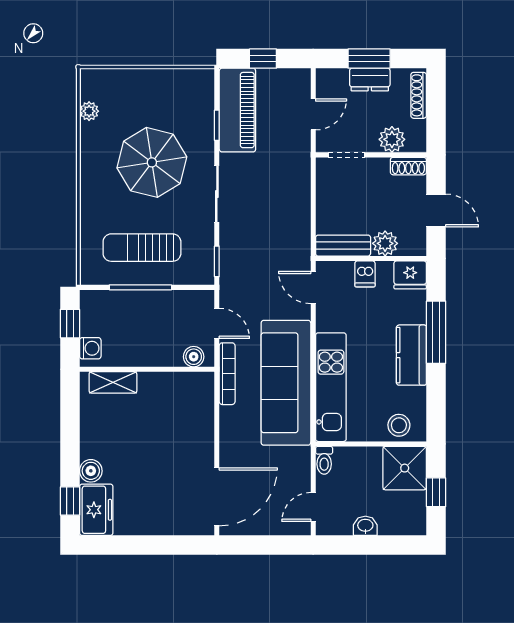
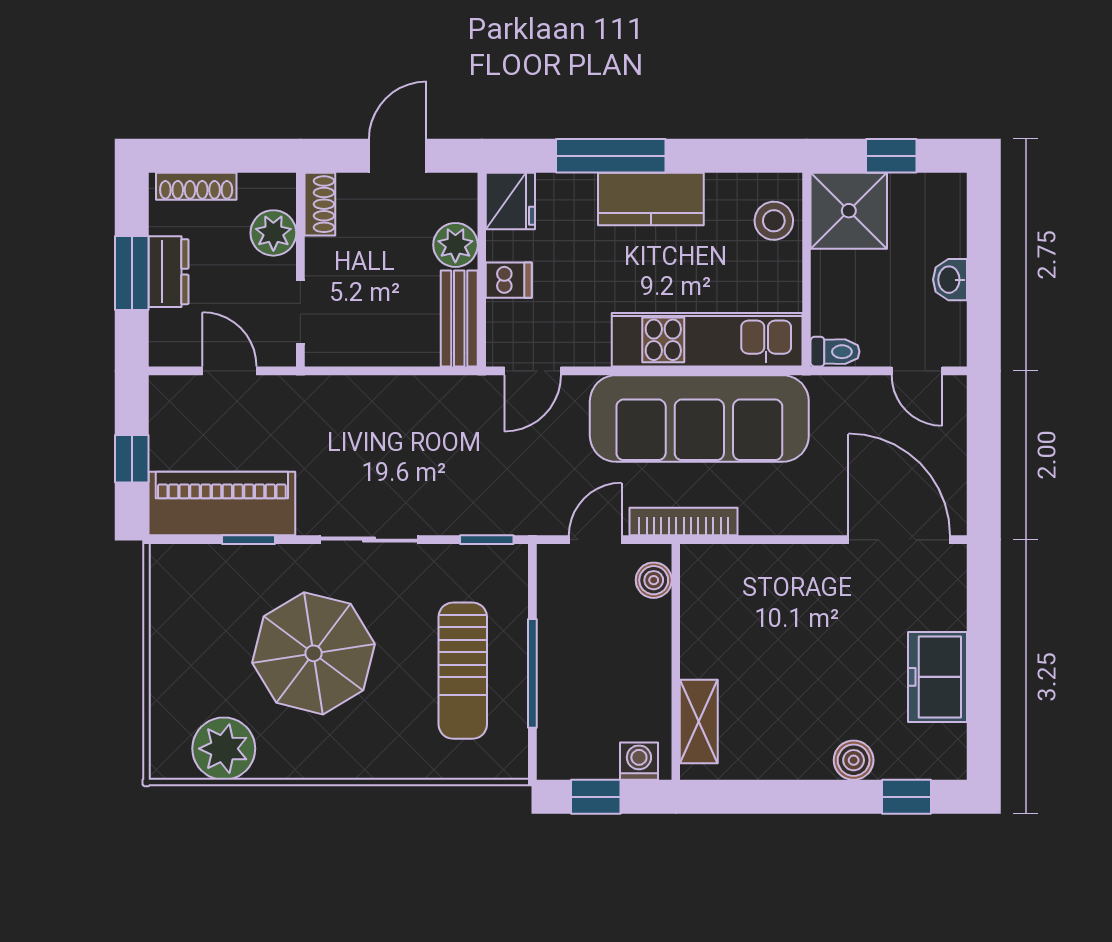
plant: (89, 111) -> (224, 749), width x1.88, depth x1.88
freezer: (96, 510) -> (937, 677), moved, turned -90

